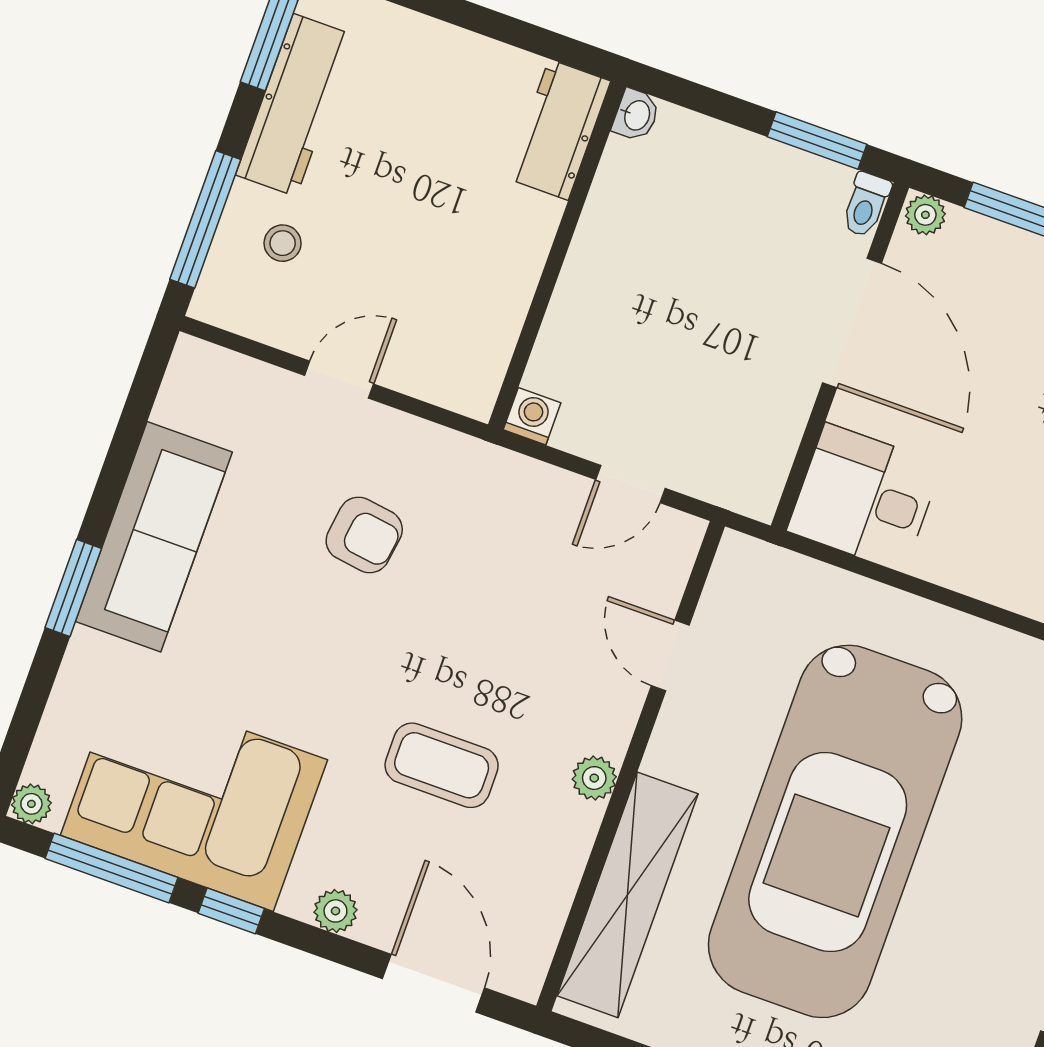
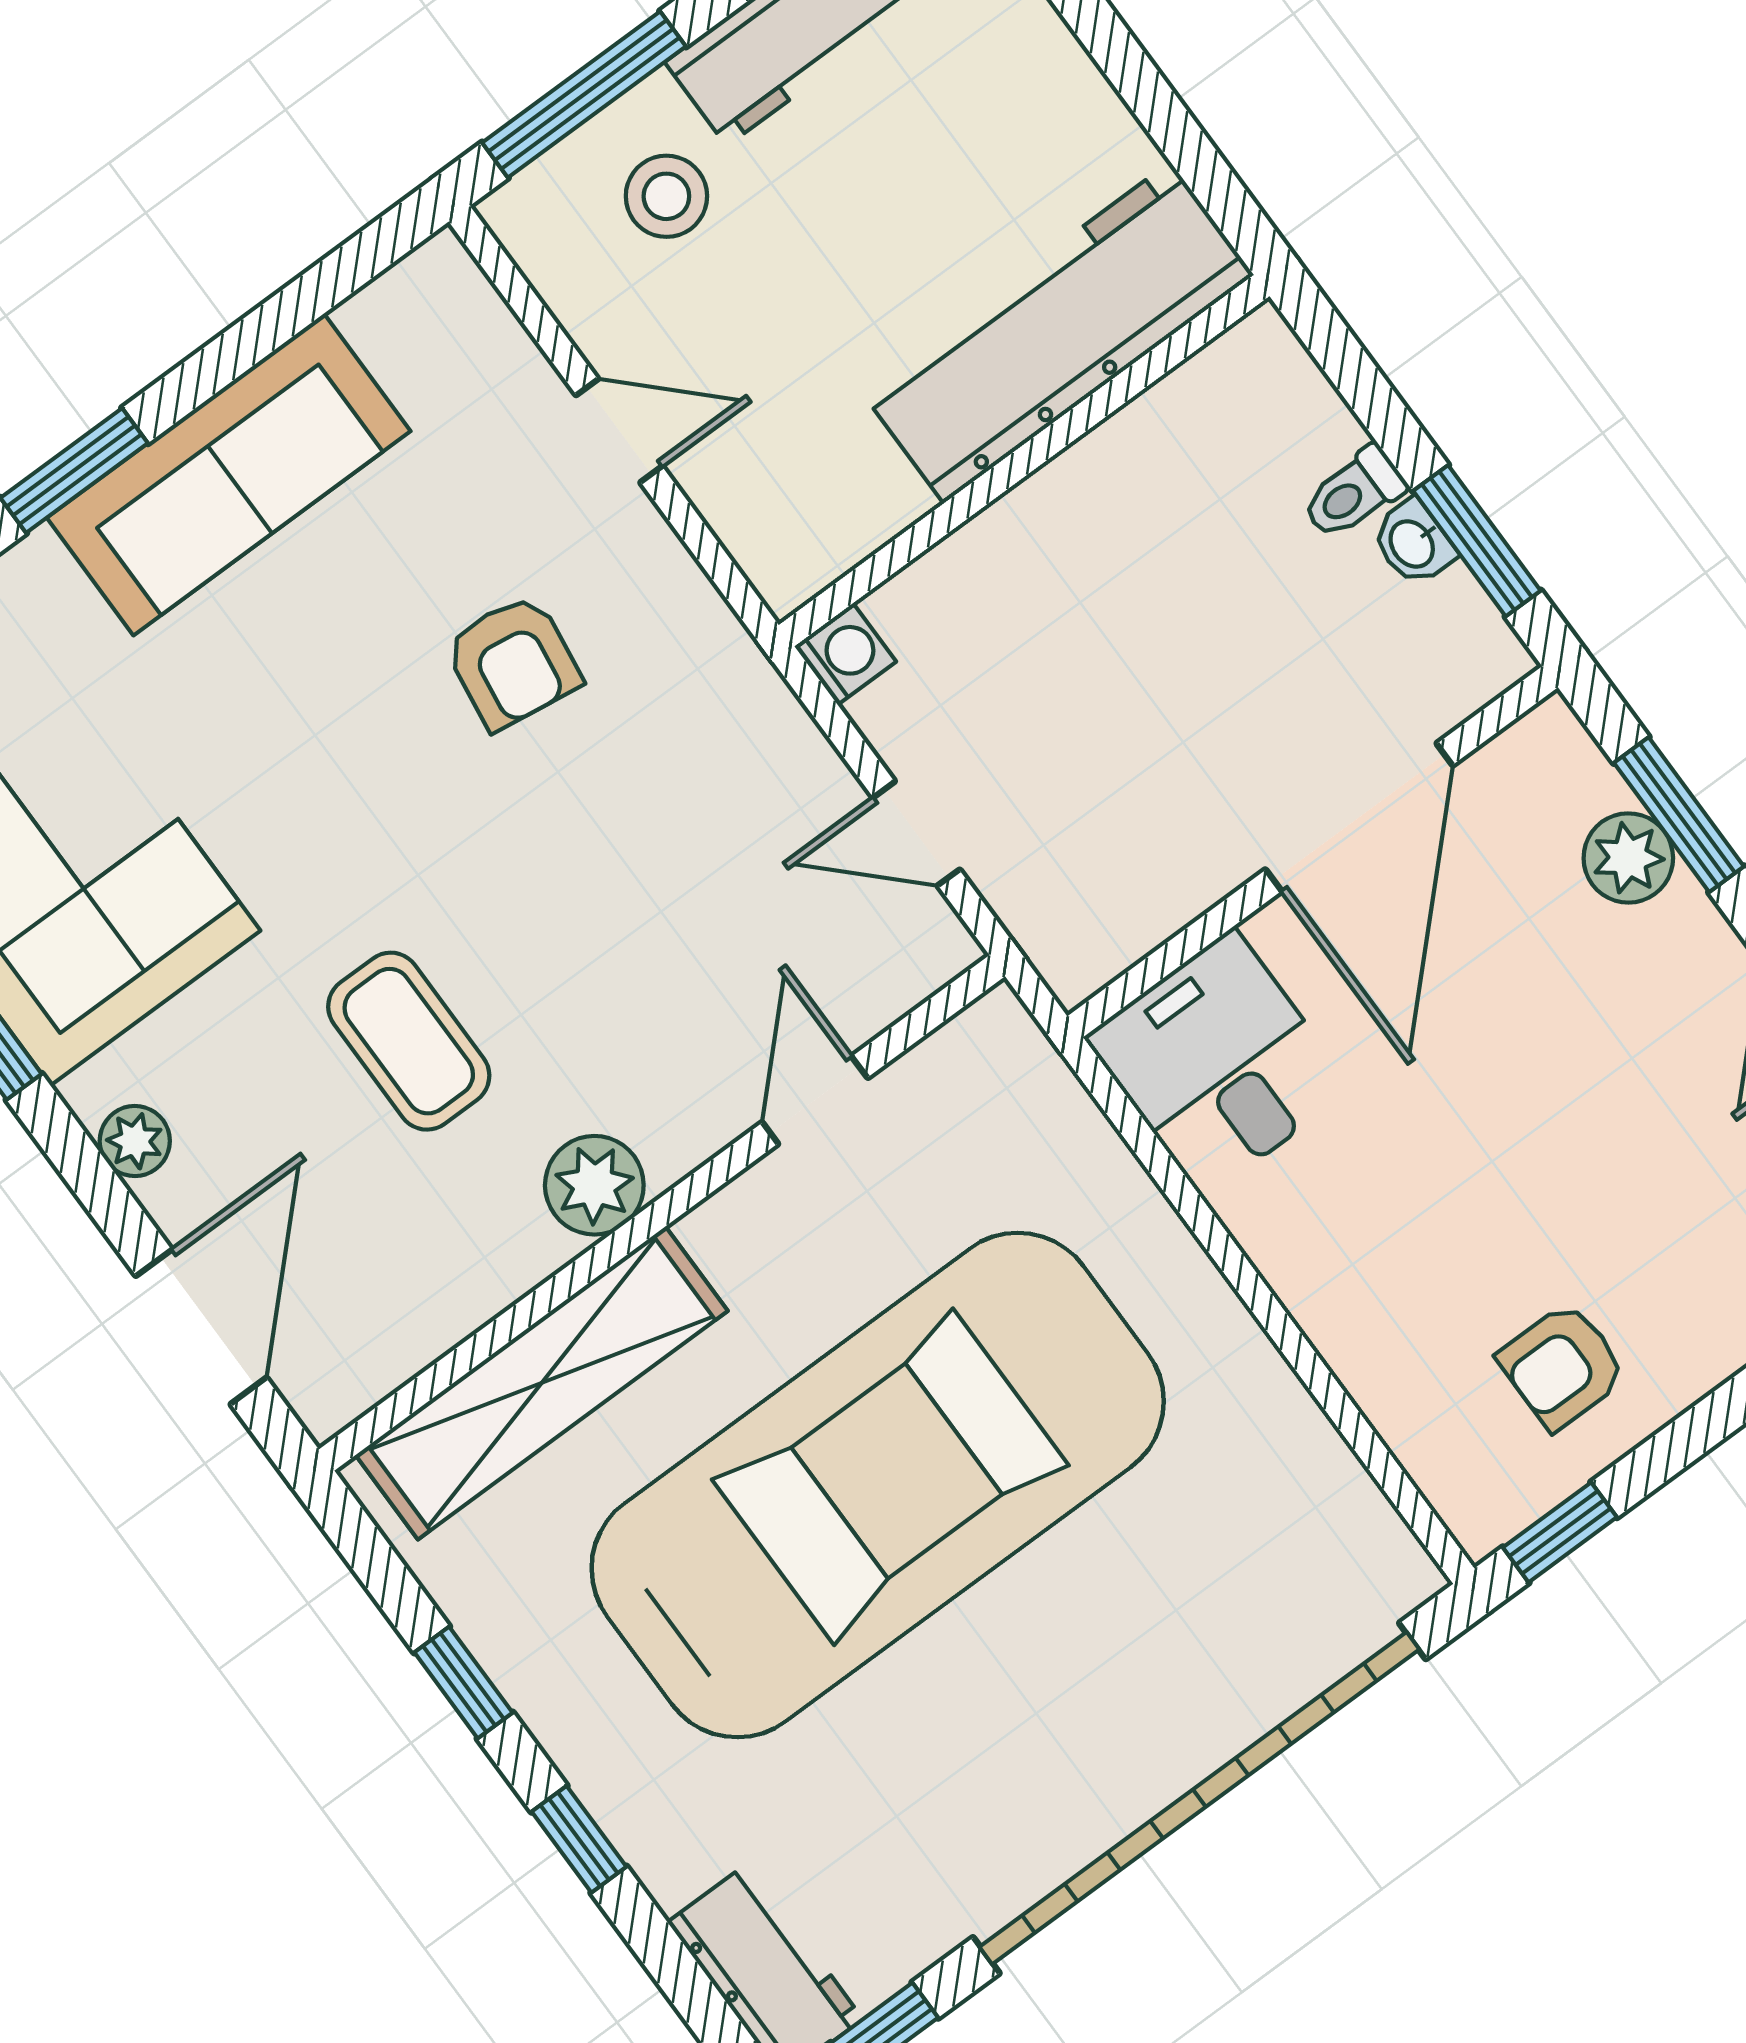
washbasin: (636, 115) -> (1413, 543), moved, turned 90
workbench: (559, 130) -> (1057, 333), width x1.88, depth x1.32
toilet: (866, 205) -> (1354, 493), moved
plant: (925, 215) -> (1628, 858), moved, width x1.38, depth x1.38
stool: (283, 243) -> (666, 196), width x1.37, depth x1.37
plant: (594, 778) -> (594, 1185), width x1.38, depth x1.38
car: (835, 831) -> (878, 1485), turned 180

